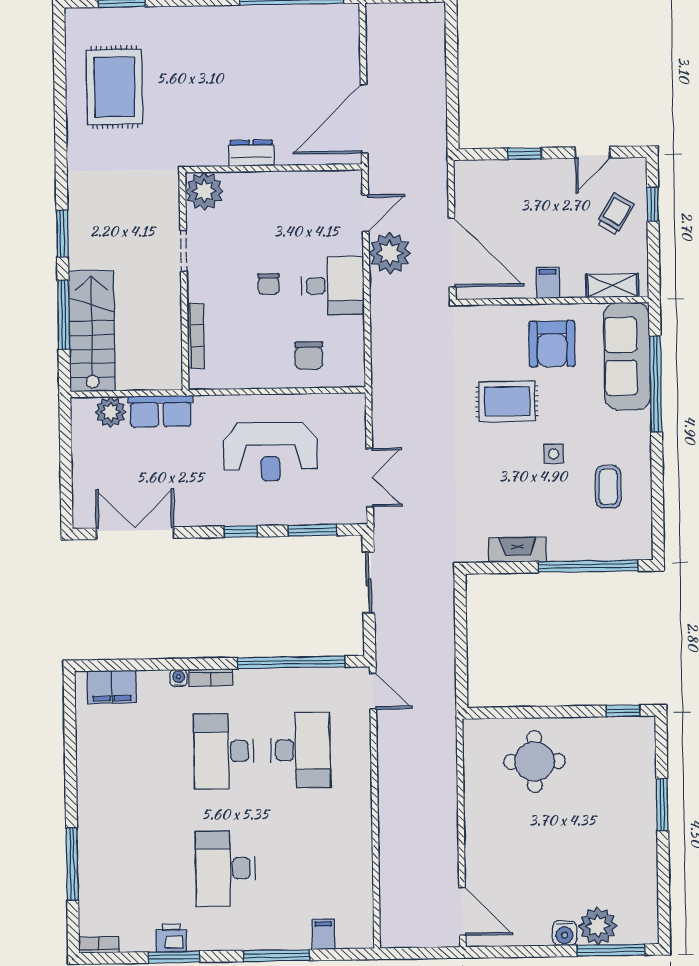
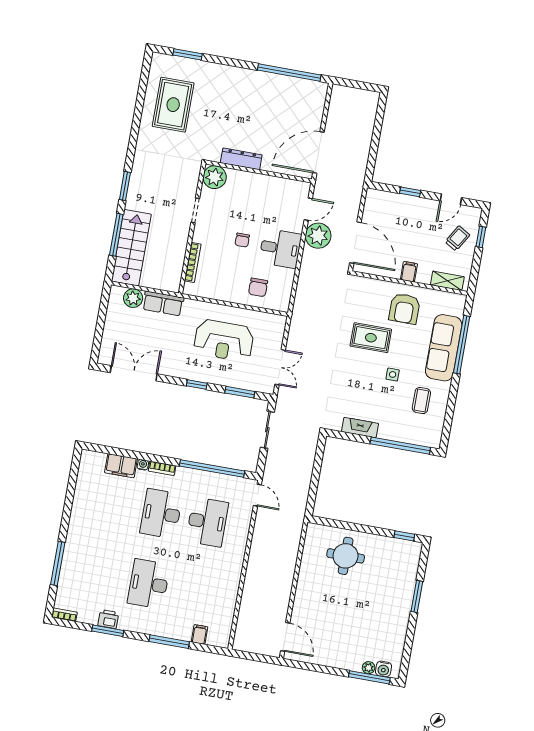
dresser: (251, 153) -> (241, 159), width x1.44
sofa: (627, 356) -> (444, 348), moved
filing cabinet: (112, 687) -> (121, 466), moved
plant: (598, 926) -> (369, 668), width x0.53, depth x0.53
water cooler: (564, 933) -> (384, 669), moved

